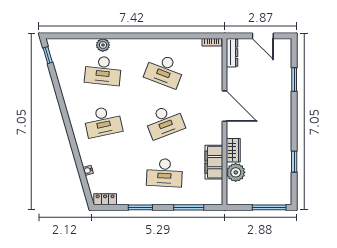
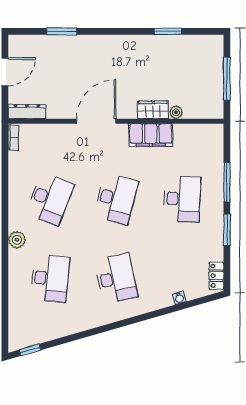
plant: (103, 45) -> (17, 240), moved
desk: (165, 122) -> (116, 199), turned 36
filing cabinet: (214, 162) -> (151, 135), moved
plant: (236, 172) -> (176, 112), width x0.53, depth x0.53
window: (189, 207) -> (227, 182), moved
window: (269, 207) -> (227, 79), moved

